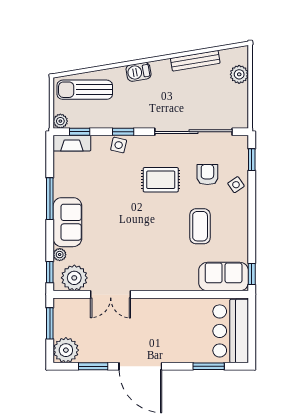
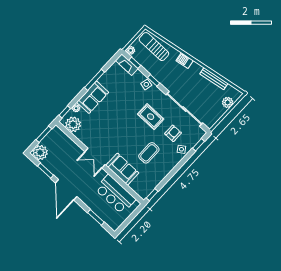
sofa: (224, 277) -> (122, 169), moved
double door: (111, 294) -> (95, 158), moved
bar counter: (231, 331) -> (115, 194), moved, turned -90

